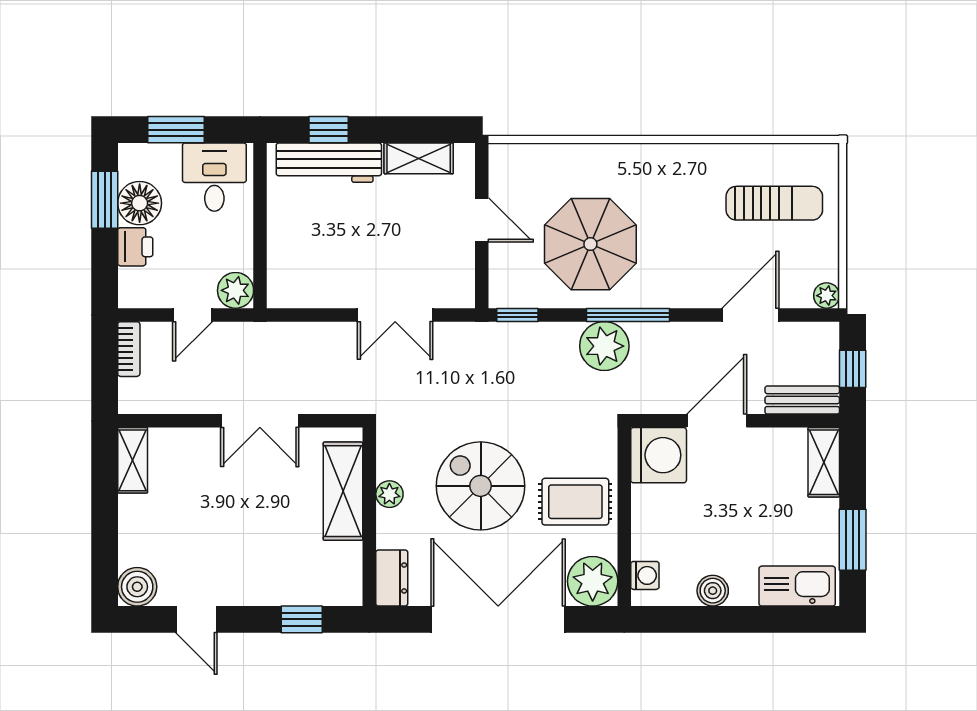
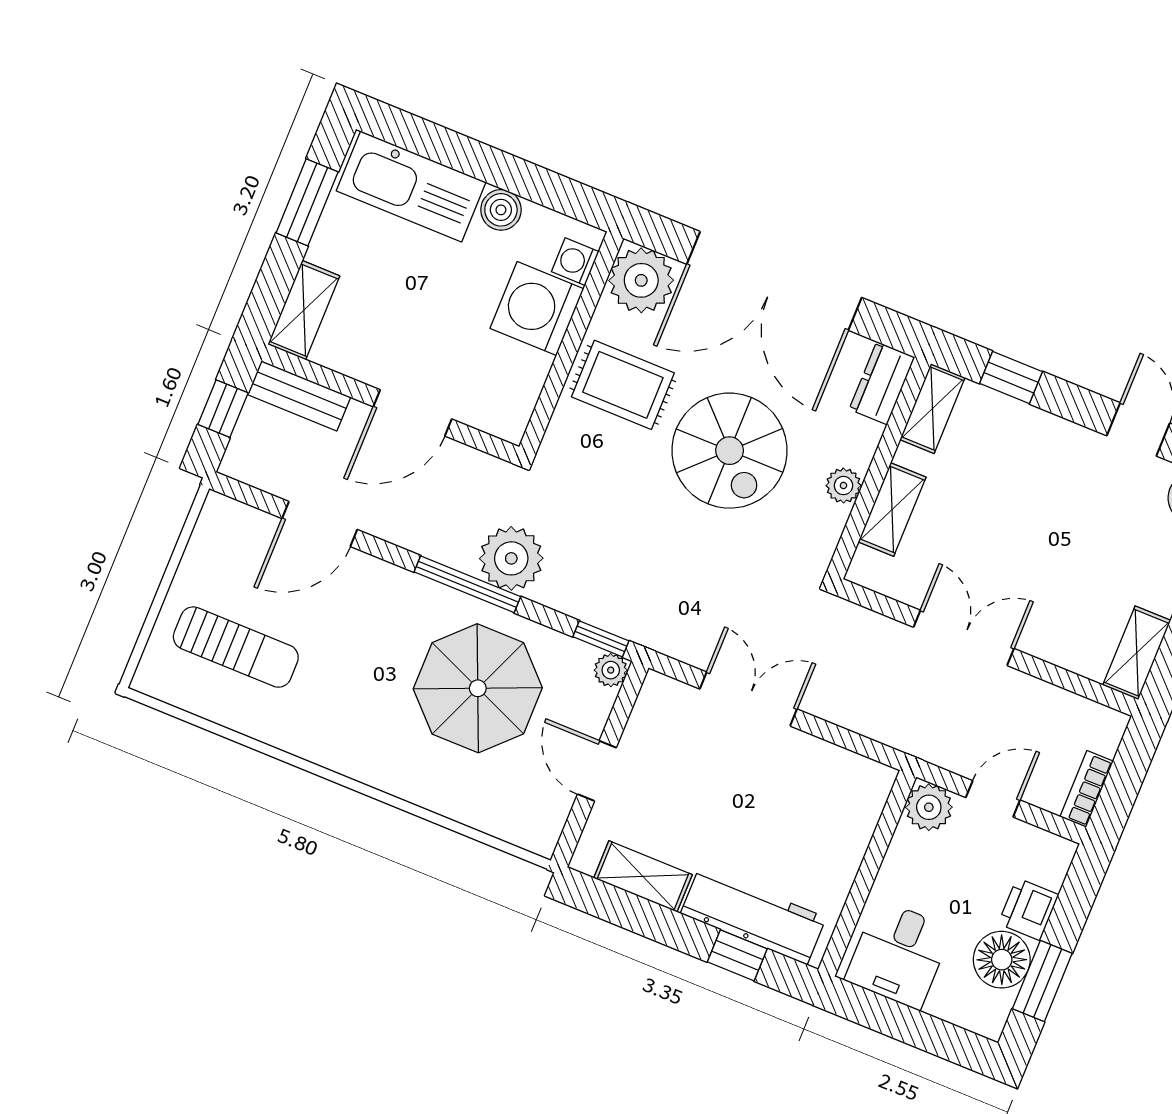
window: (176, 130) -> (921, 1031), removed
sun lounger: (774, 203) -> (236, 647), turned 180
plant: (827, 296) -> (611, 670), moved
washing machine: (659, 455) -> (537, 309), moved
shelving: (343, 491) -> (892, 510), width x0.67, depth x0.75
shelving: (348, 575) -> (933, 409), added
kitchen sink: (797, 586) -> (411, 186), width x1.36, depth x1.24

